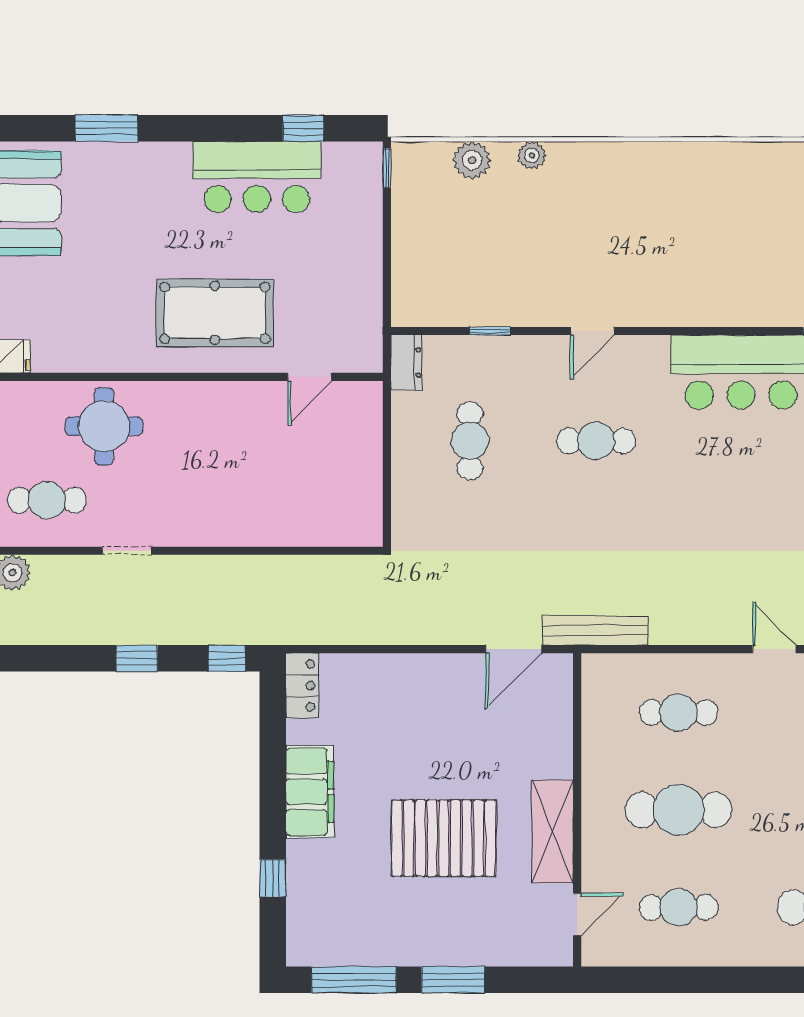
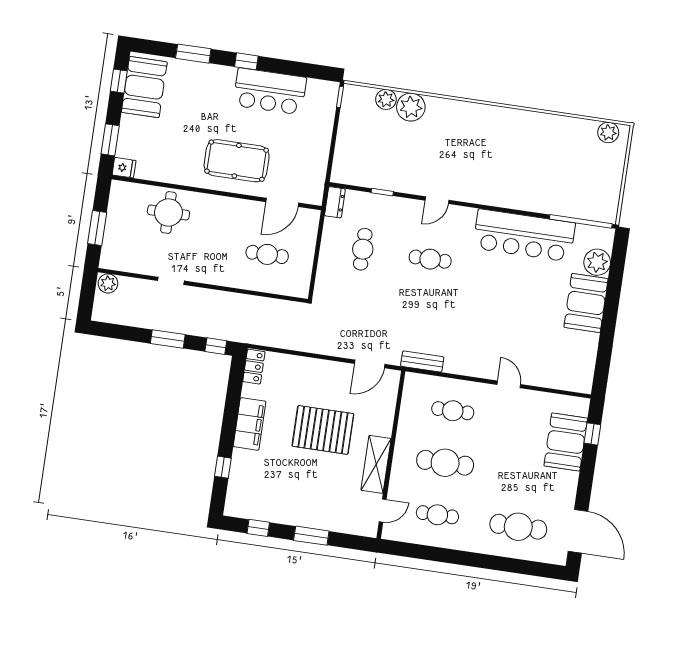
window: (303, 128) -> (246, 61), moved
plant: (532, 155) -> (411, 107), width x1.88, depth x1.88
door: (310, 377) -> (282, 202), width x1.38
cafe table: (47, 500) -> (267, 254), moved
bench: (595, 631) -> (422, 361), width x0.73
window: (137, 658) -> (168, 339), width x1.50
pallet: (444, 838) -> (323, 430), moved
window: (354, 980) -> (258, 528), width x0.46

